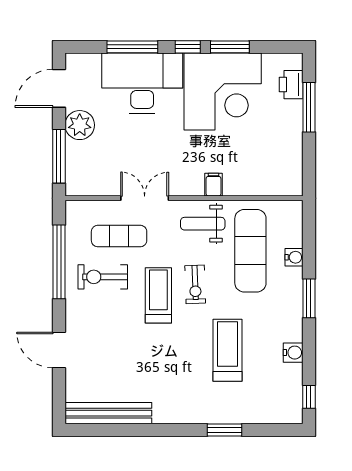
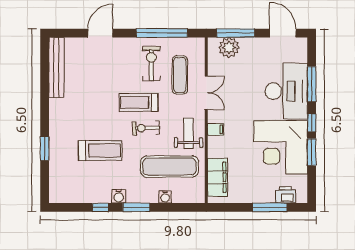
plant: (80, 125) -> (229, 48), moved
filing cabinet: (266, 182) -> (218, 177), added
filing cabinet: (214, 185) -> (216, 129), moved
treadmill: (158, 295) -> (138, 102), turned 180
water cooler: (293, 353) -> (119, 196), moved
window: (309, 397) -> (101, 207), moved

